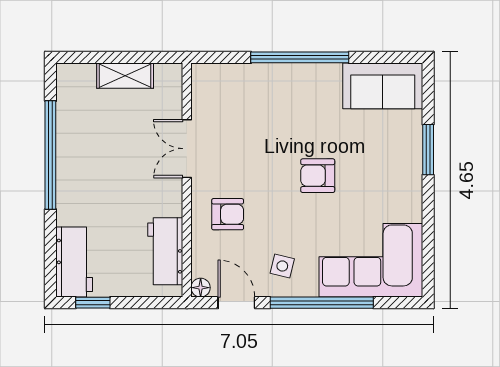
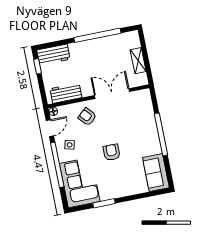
double door: (187, 149) -> (112, 94), width x1.37
window: (428, 150) -> (104, 203), moved
armchair: (228, 214) -> (87, 117), turned 138

